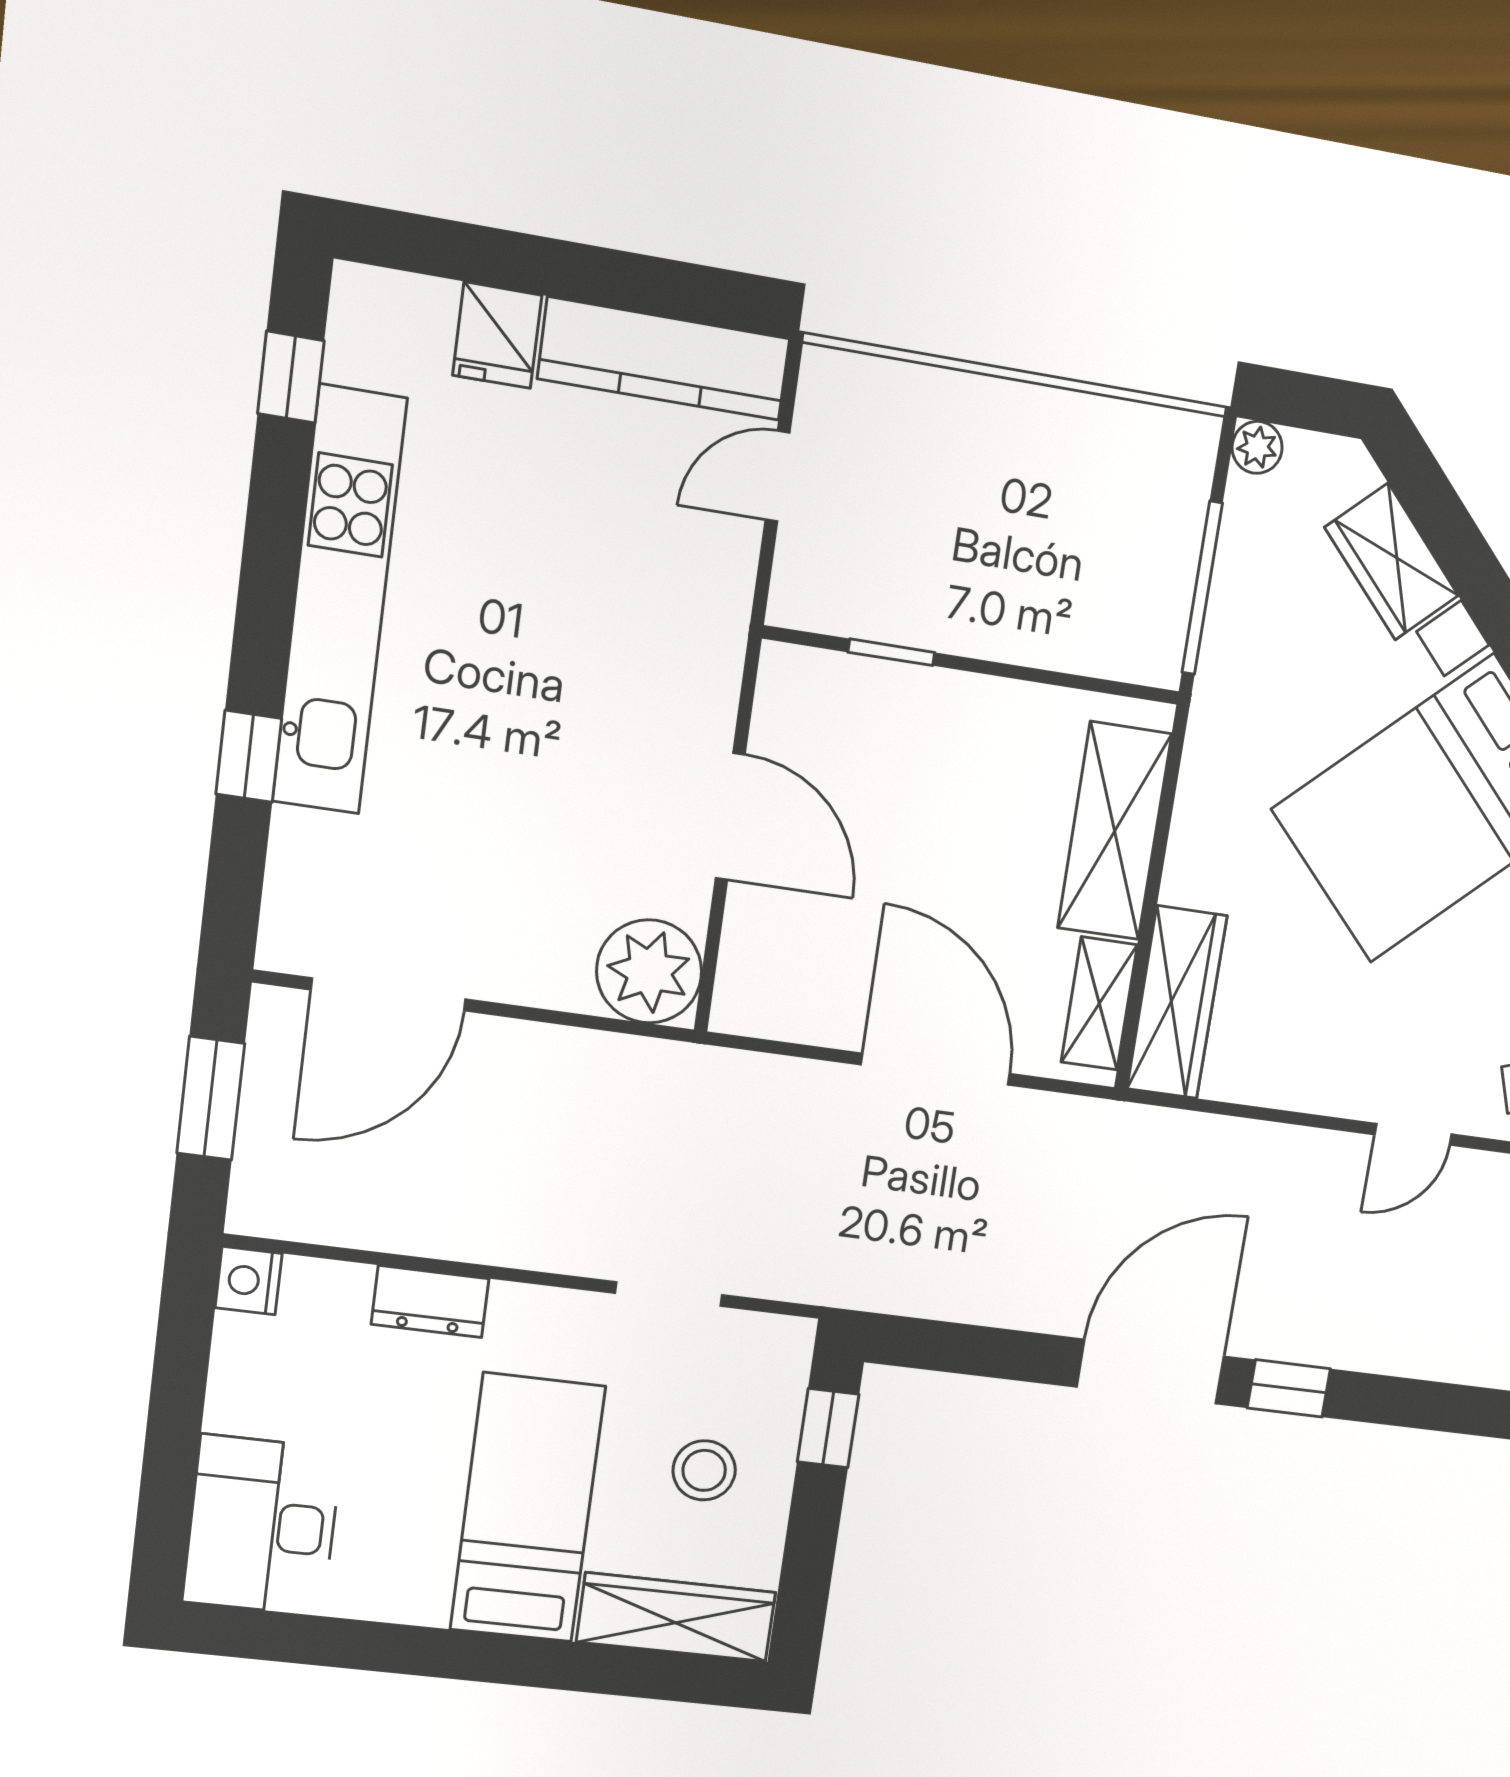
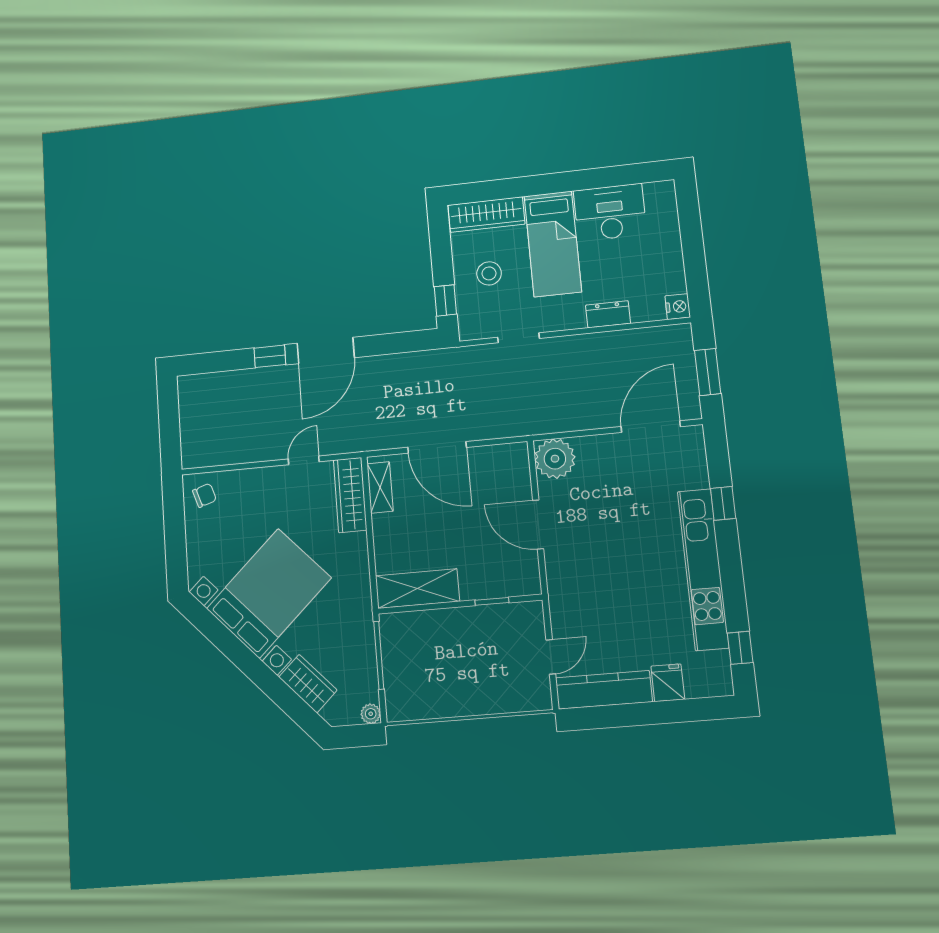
shelving: (1115, 831) -> (417, 589), moved, turned 90
door: (1413, 1134) -> (304, 460), moved
desk: (262, 1525) -> (610, 212), moved, turned -90

